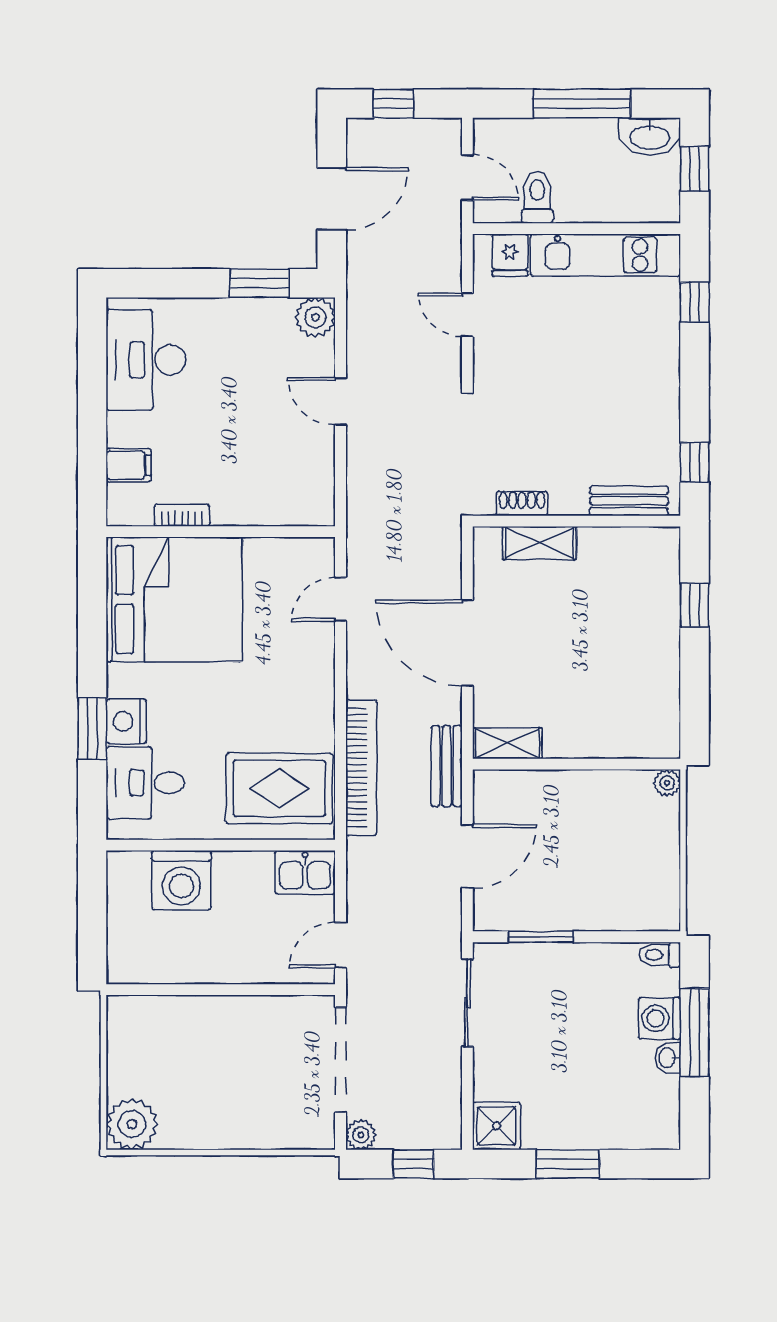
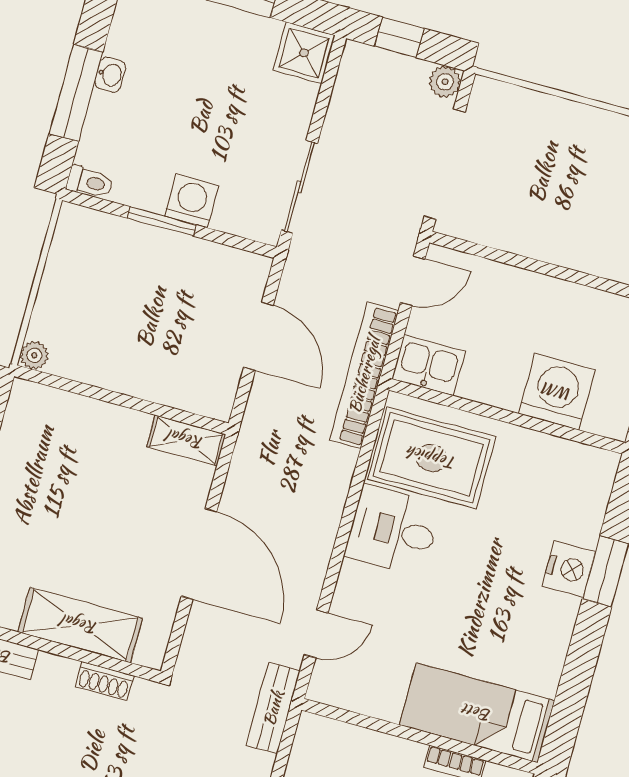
shelving: (539, 543) -> (80, 625), width x1.50, depth x1.33
bed: (174, 599) -> (477, 713), width x0.49
bench: (447, 766) -> (273, 708), moved
bookcase: (361, 768) -> (364, 375), moved
desk: (145, 783) -> (393, 530), moved, turned 180
door: (467, 856) -> (258, 336), swing flipped
window: (541, 937) -> (162, 221), moved
washing machine: (660, 1018) -> (191, 201), moved, turned -90

